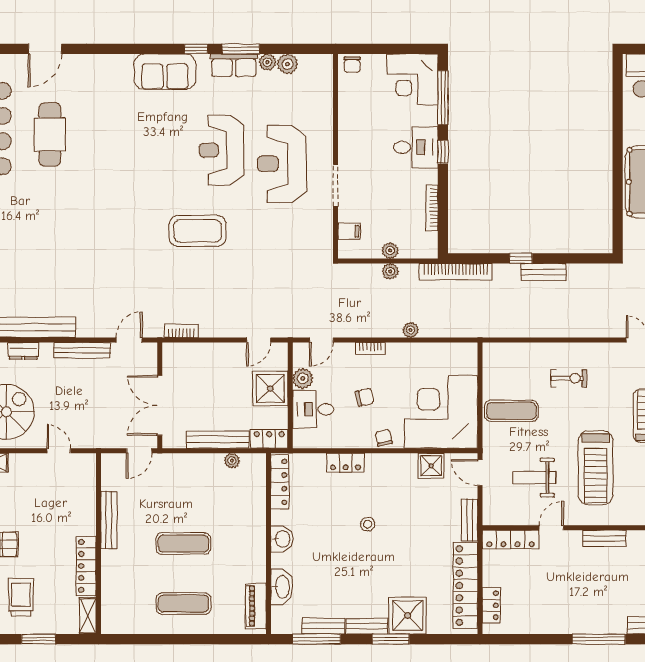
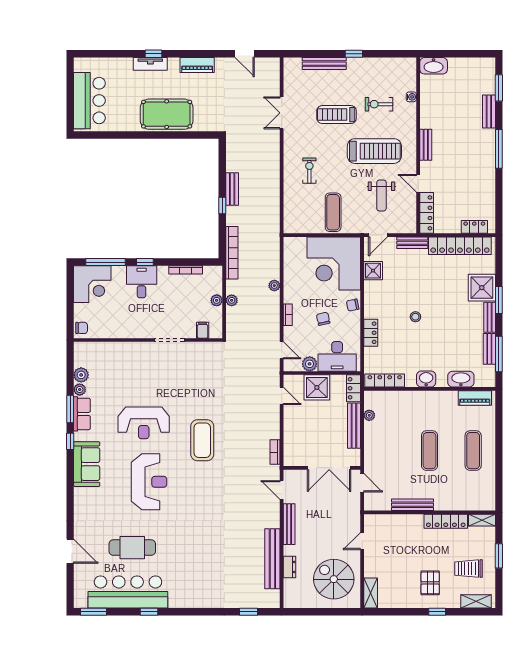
reception desk: (282, 164) -> (149, 482), moved, turned -90
desk: (313, 409) -> (337, 356), width x1.37

